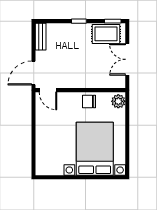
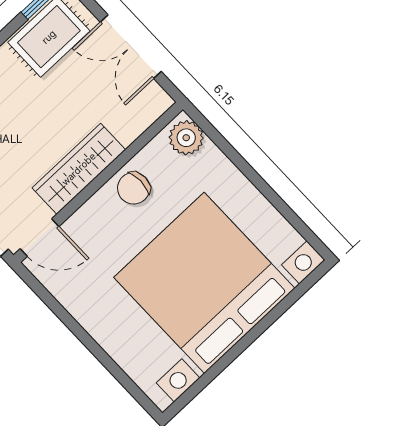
wardrobe: (78, 81) -> (79, 169), added
bed with nightstands: (95, 149) -> (204, 283), width x1.36

